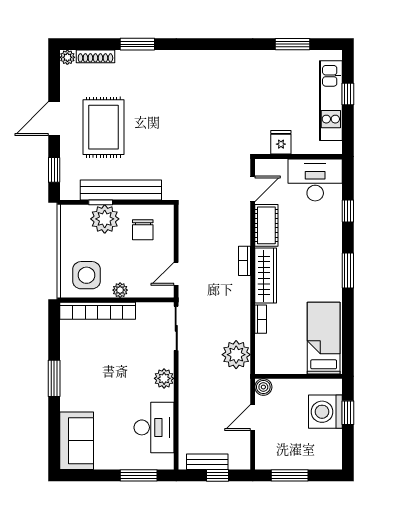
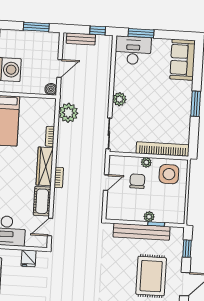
plant: (105, 219) -> (149, 217), width x0.53, depth x0.53
chair: (143, 230) -> (137, 181), moved
door: (176, 274) -> (106, 183), moved
desk: (154, 427) -> (133, 50), moved, turned 90
bench: (207, 462) -> (81, 39), moved
window: (217, 475) -> (98, 30), moved

